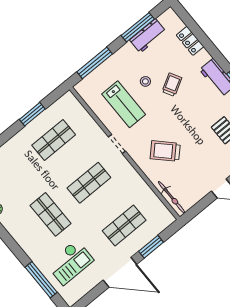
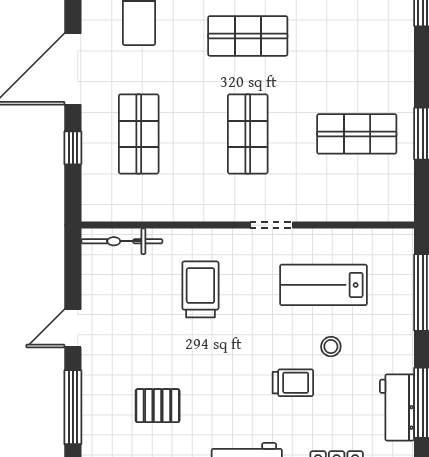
trolley: (172, 85) -> (293, 383), turned -61
shop shelf: (54, 140) -> (357, 134), turned 90
trolley: (165, 151) -> (200, 289), turned -45
window: (151, 247) -> (73, 148), width x0.67

